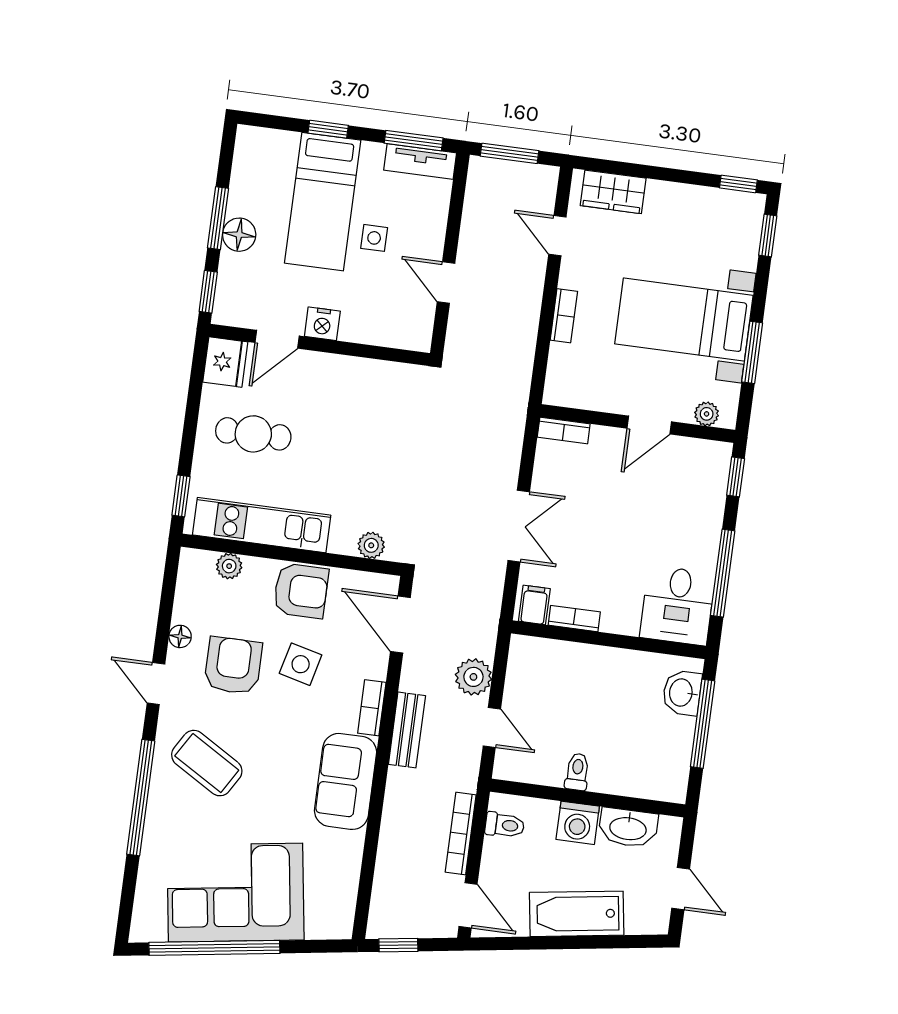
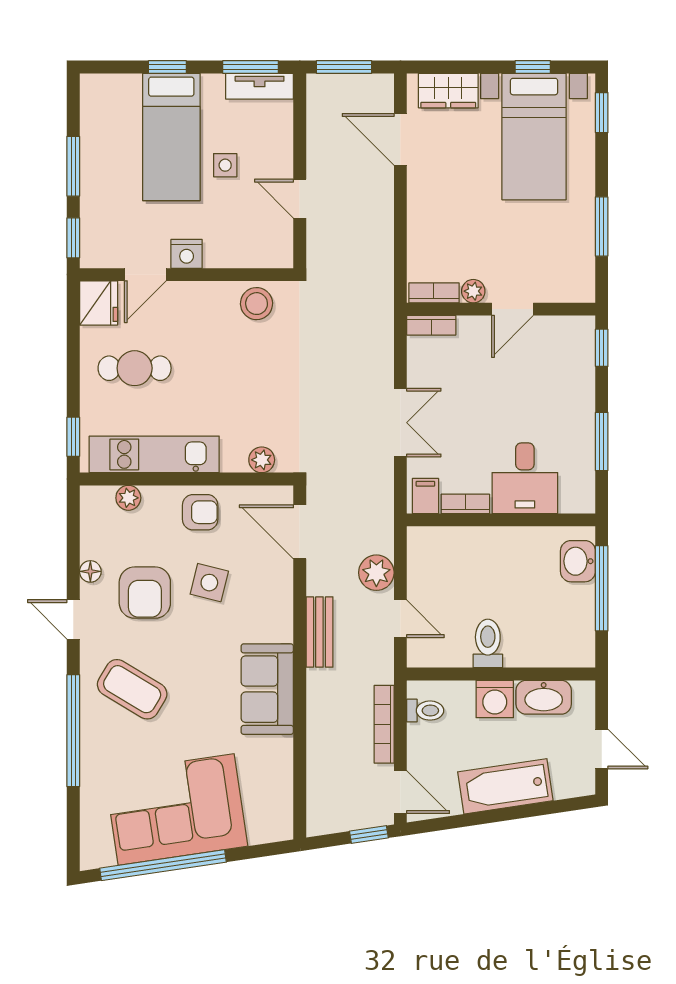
window: (738, 184) -> (533, 67), moved
floor lamp: (239, 235) -> (96, 179), removed
door: (557, 236) -> (400, 139), width x1.38
bookcase: (564, 316) -> (434, 293), moved, turned -90
bed with nightstands: (684, 320) -> (534, 137), moved, turned -90
stool: (387, 384) -> (257, 304), added
plant: (707, 414) -> (473, 291), moved
window: (723, 573) -> (602, 441), width x0.69
armchair: (301, 591) -> (200, 512), width x0.72, depth x0.72
desk: (678, 606) -> (525, 478), moved
armchair: (233, 666) -> (145, 593), turned 180
bookcase: (372, 708) -> (283, 615), removed
toilet: (577, 772) -> (488, 643), width x1.37, depth x1.39
window: (398, 945) -> (369, 834), moved

